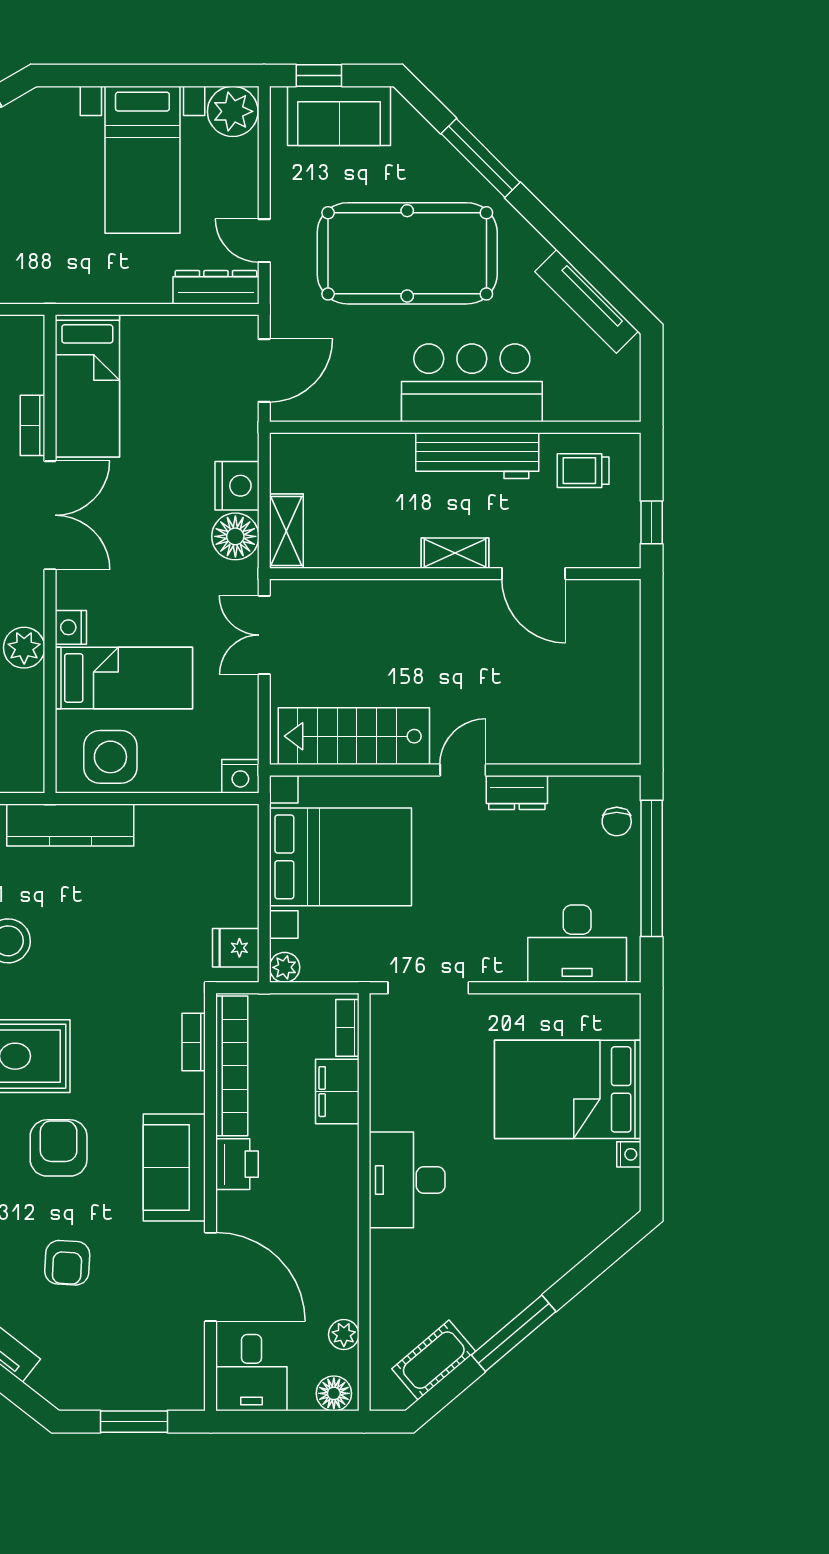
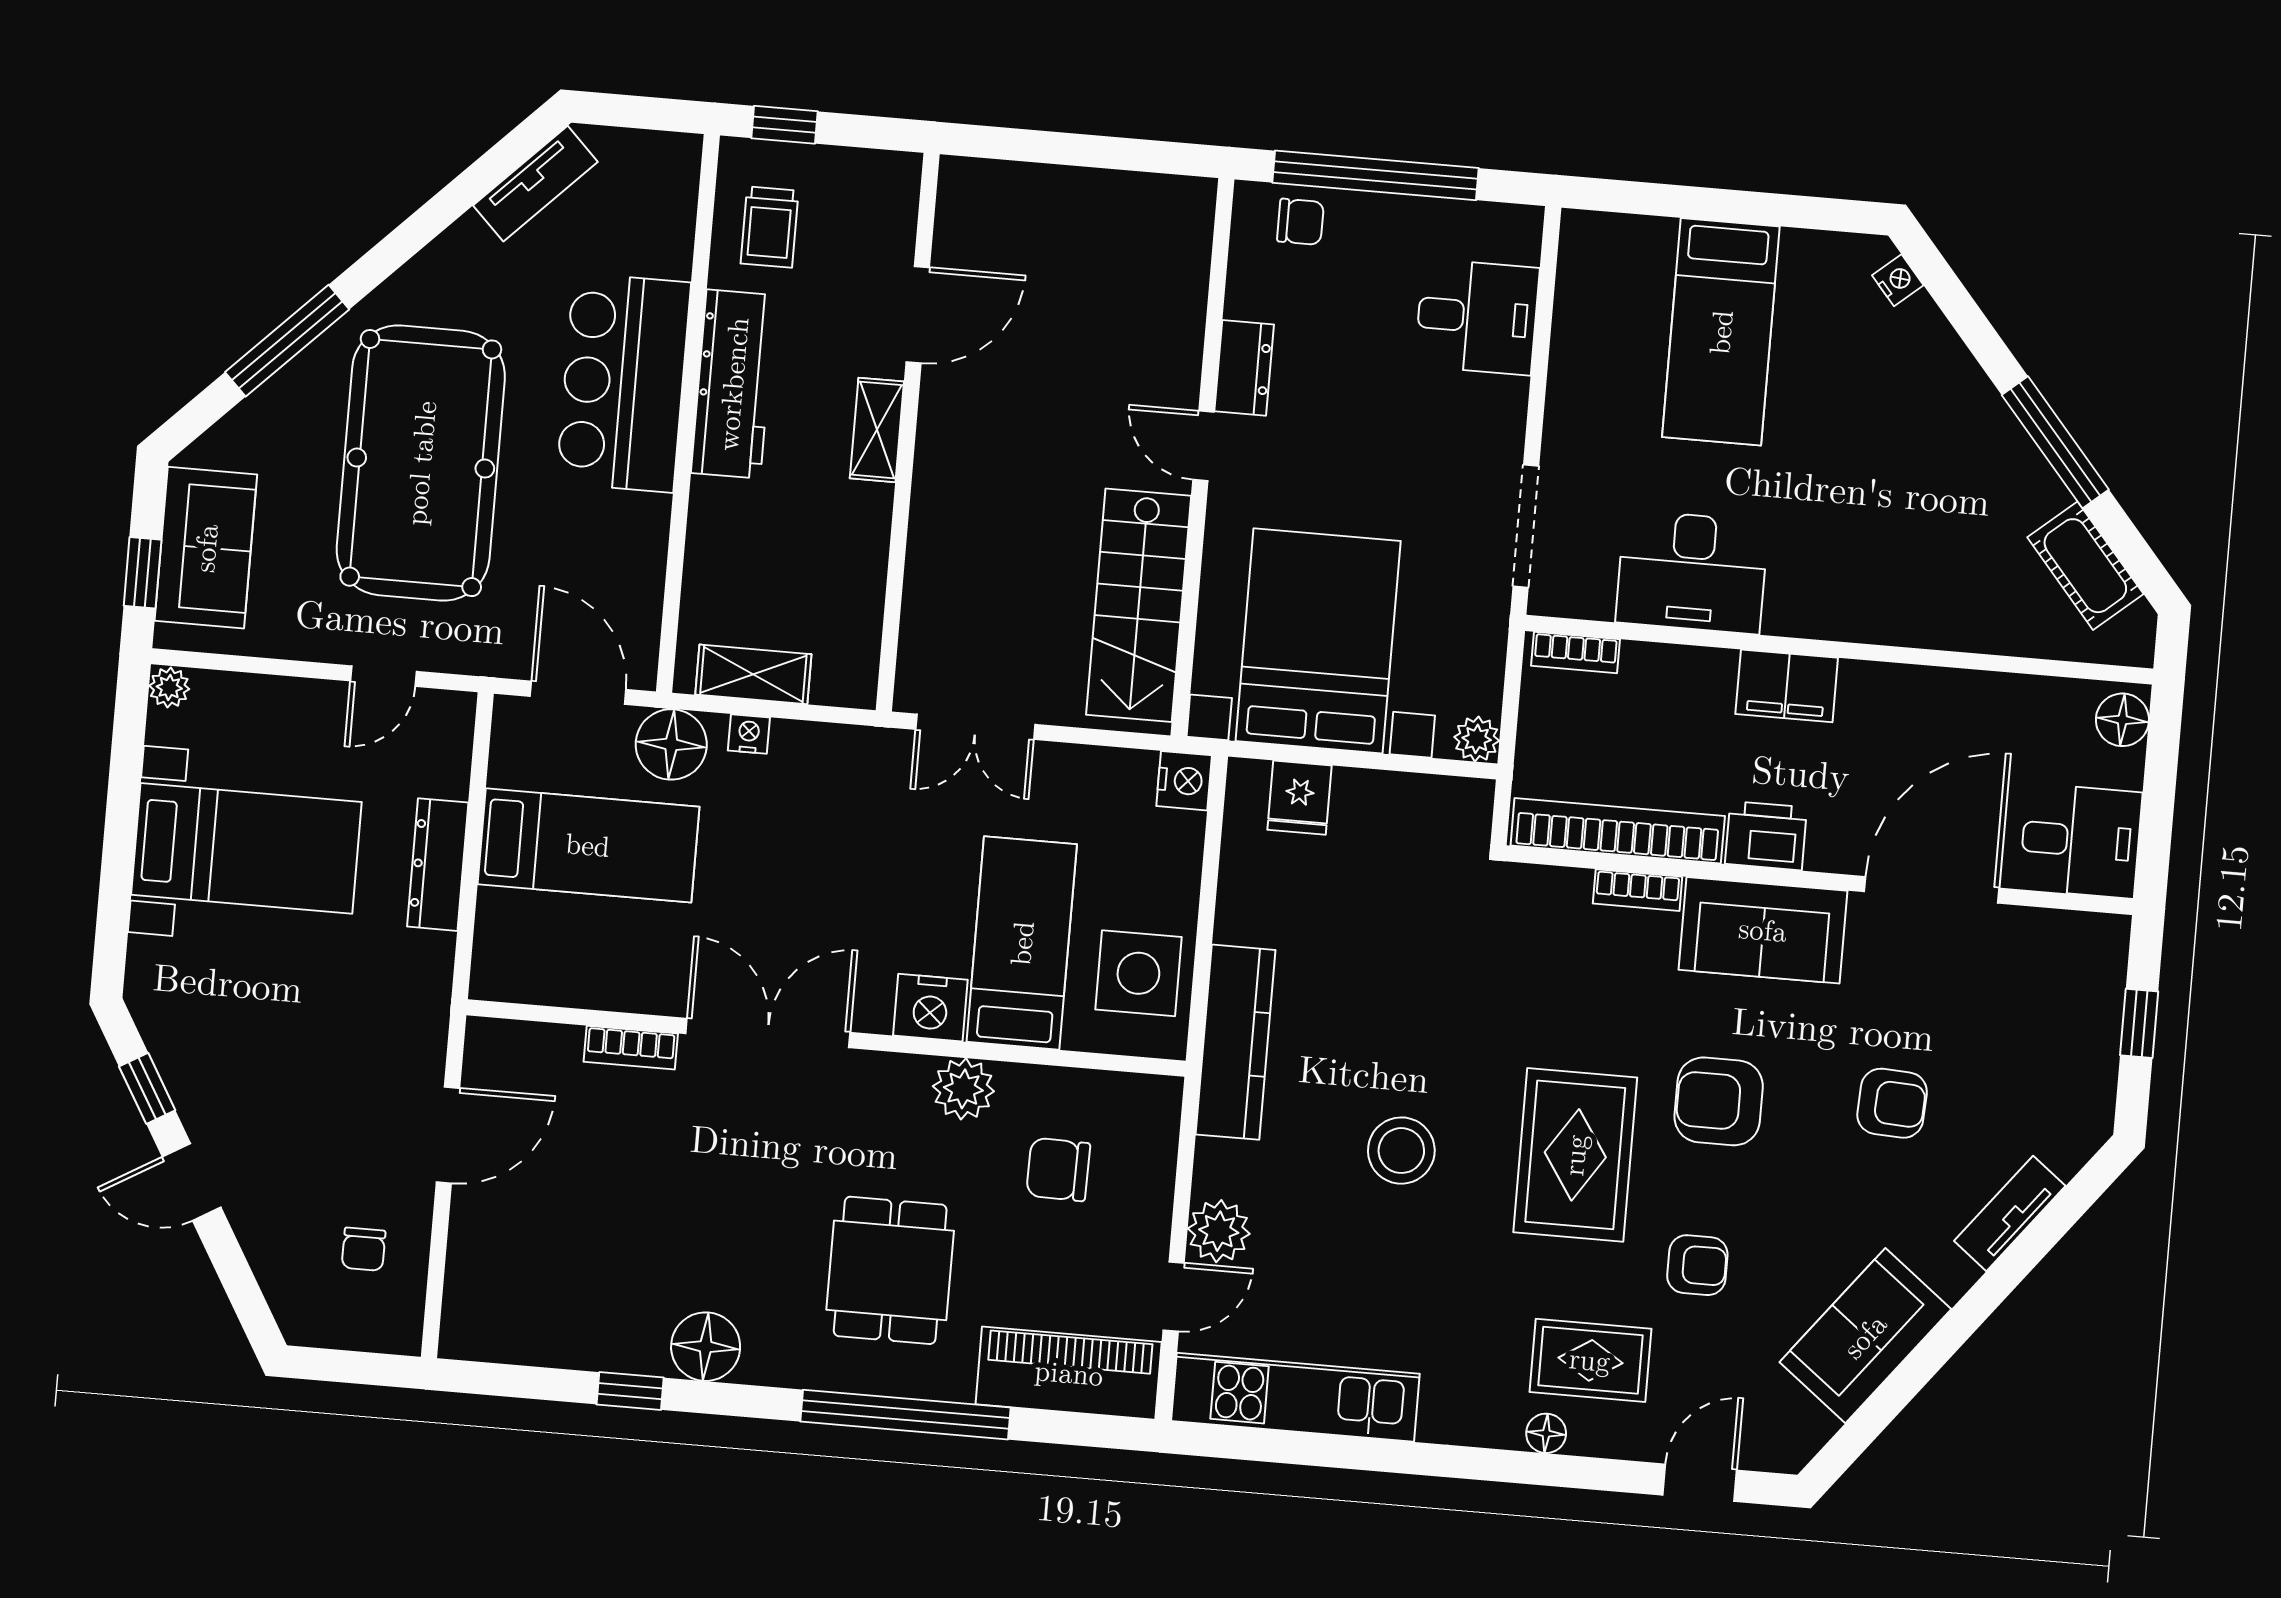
plant: (233, 111) -> (169, 687), width x0.53, depth x0.53
dresser: (216, 287) -> (438, 865), moved
tv unit: (587, 301) -> (535, 184), width x0.71
bed: (87, 386) -> (588, 845), moved
nightstand: (237, 486) -> (749, 734), width x0.53, depth x0.56
window: (652, 522) -> (785, 125), moved
shelving: (286, 531) -> (753, 674), moved
floor lamp: (235, 536) -> (671, 744), moved
nightstand: (71, 627) -> (930, 1008), width x1.36, depth x1.33
desk: (577, 944) -> (1477, 317), width x0.73
fridge: (236, 948) -> (1299, 798), moved
bookcase: (194, 1042) -> (1638, 890), moved
bed: (568, 1089) -> (1721, 332), width x0.67
filing cabinet: (337, 1092) -> (1787, 686), moved
nightstand: (629, 1154) -> (1898, 280), moved, turned 50
desk: (407, 1180) -> (1692, 572), moved
plant: (344, 1335) -> (2035, 697), removed
window: (134, 1422) -> (2139, 1023), width x0.67

